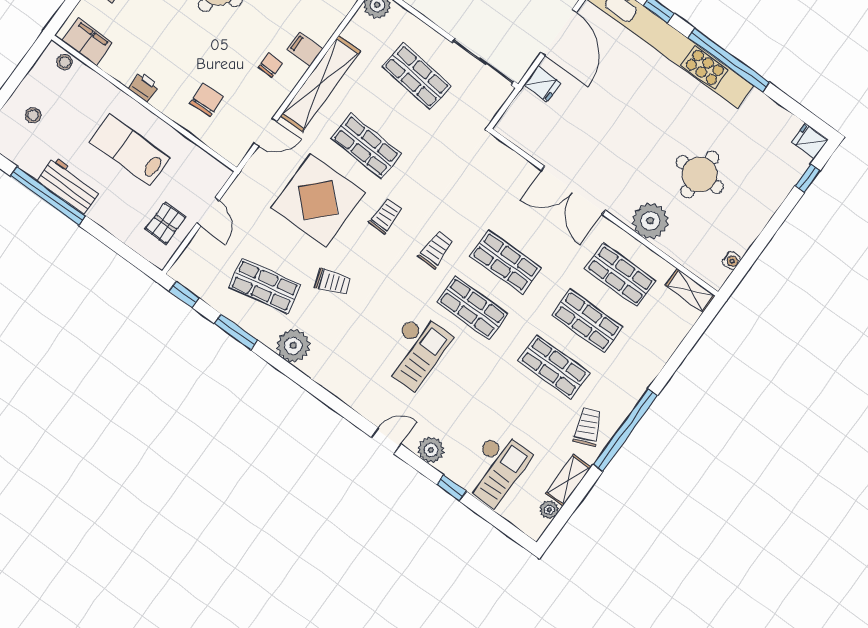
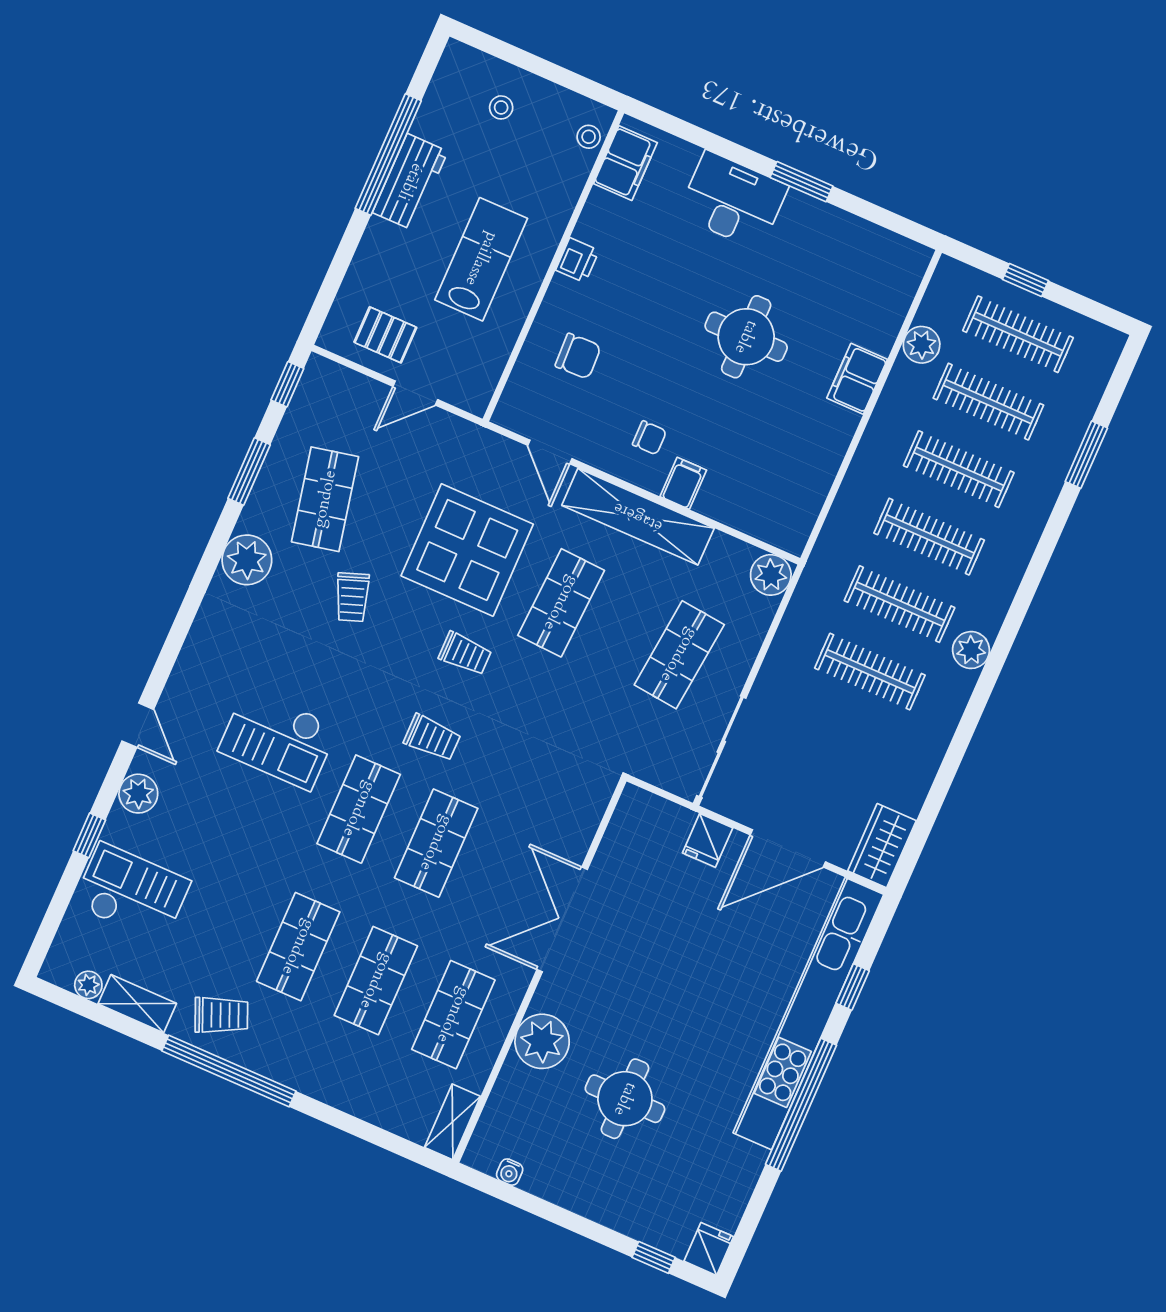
checkout: (495, 468) -> (132, 893), turned 180

